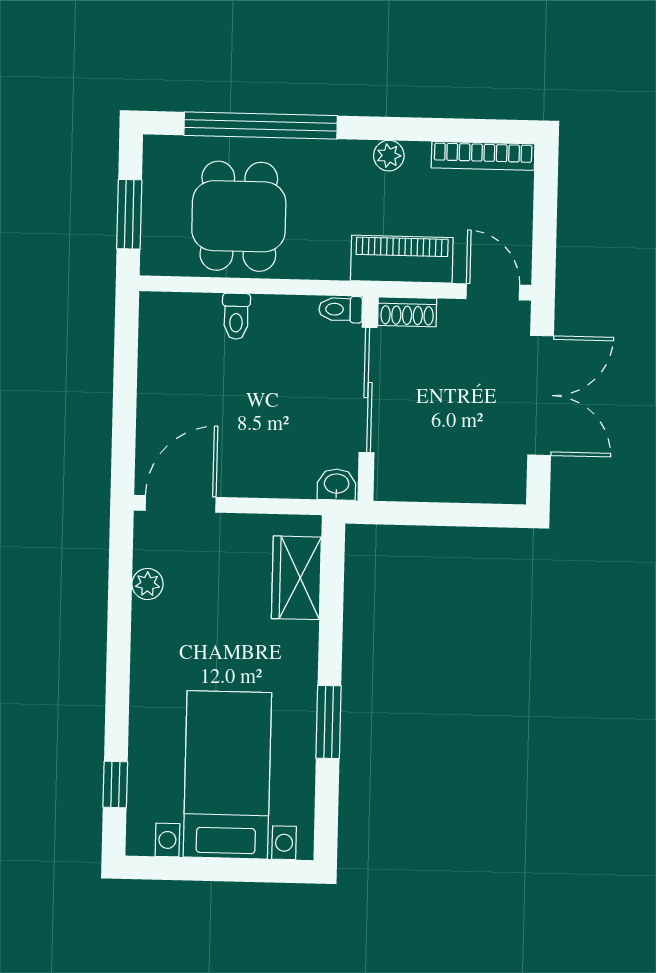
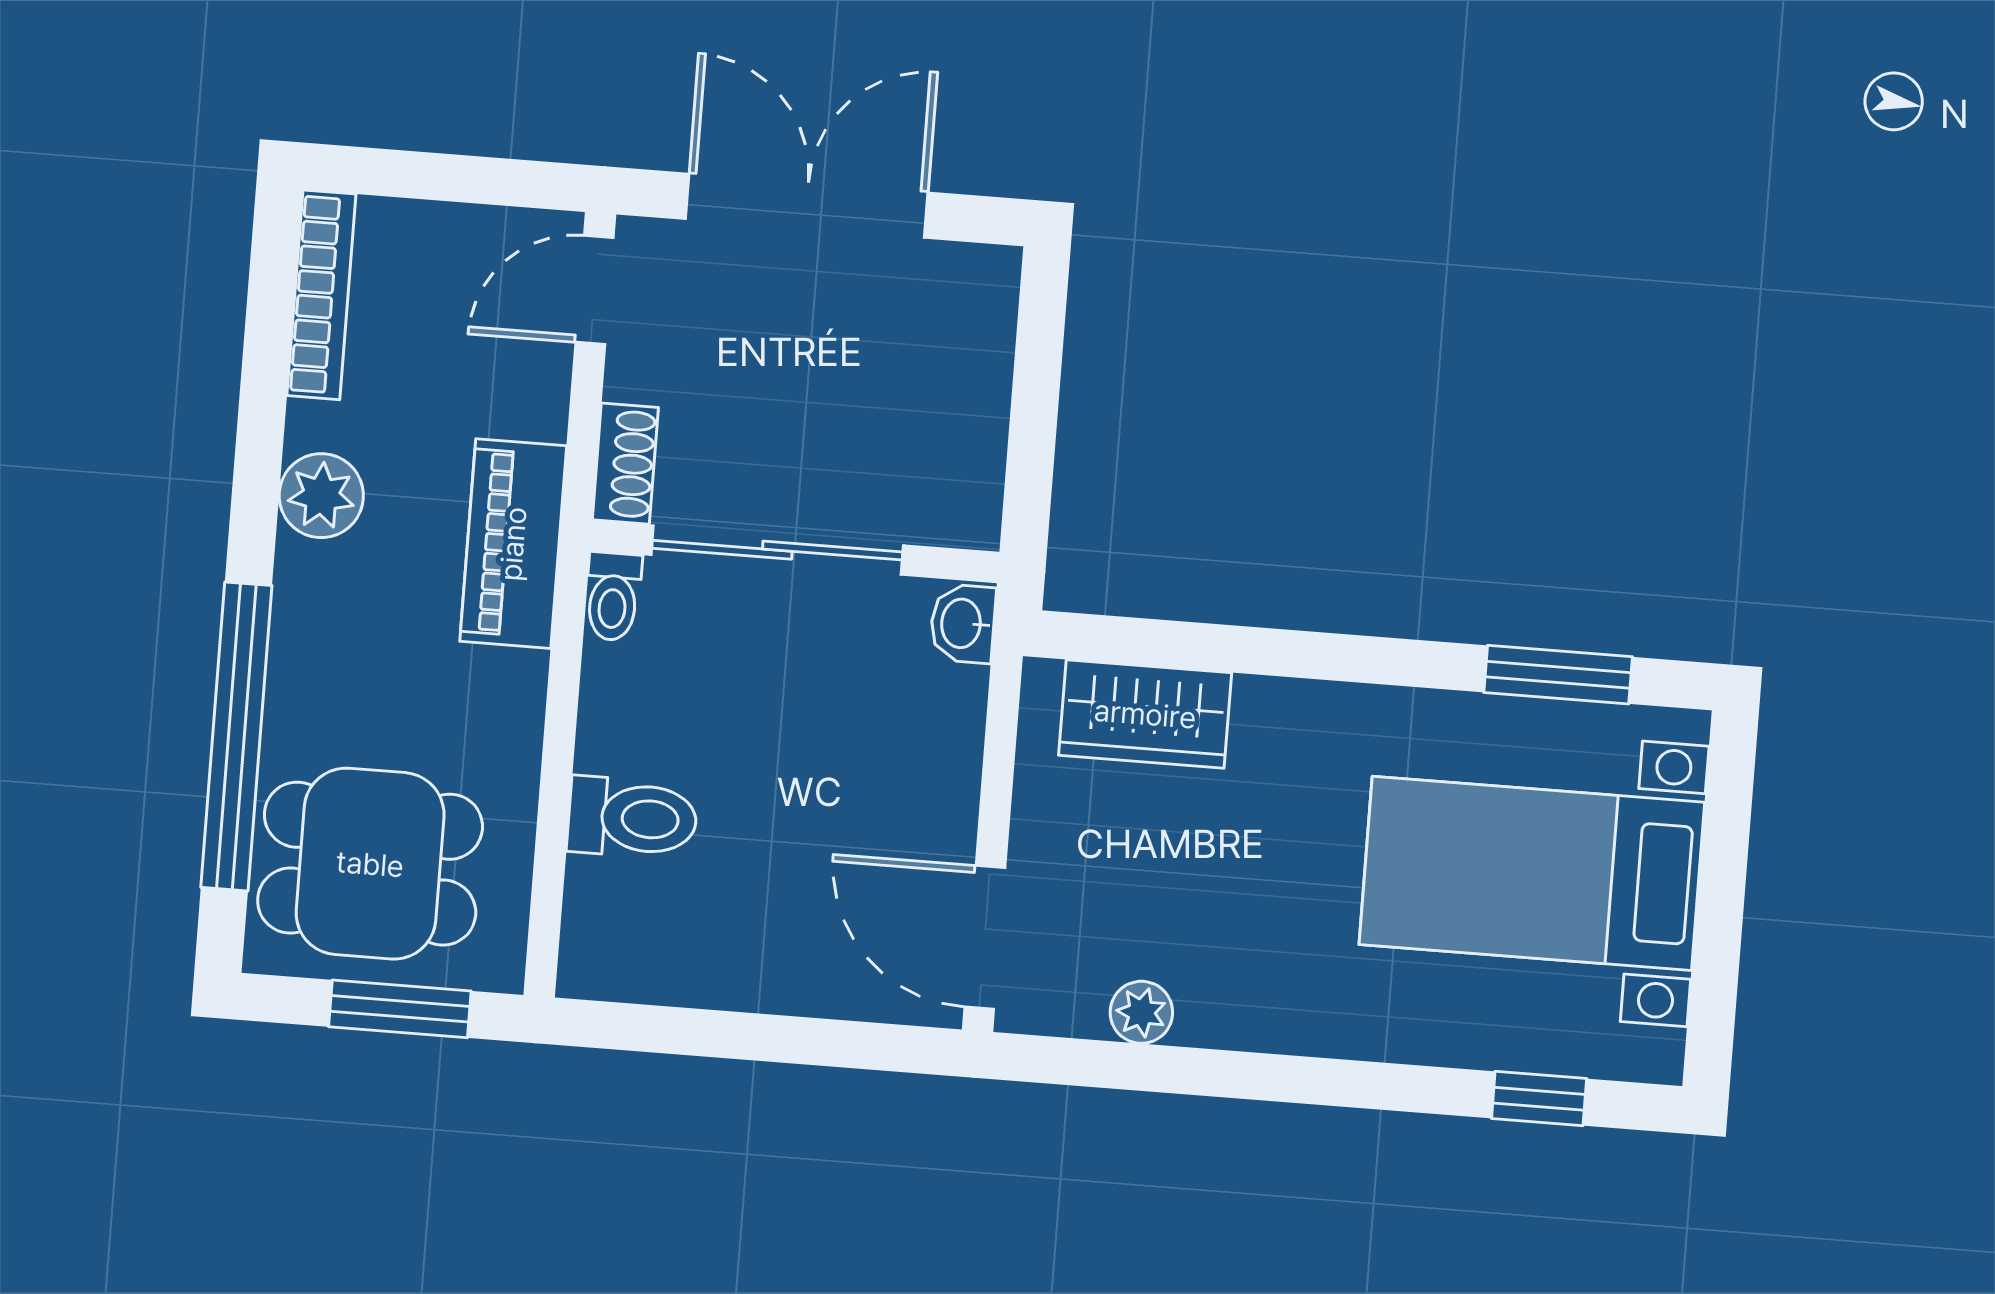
plant: (389, 156) -> (321, 496), width x1.38, depth x1.38
dining table: (239, 216) -> (370, 864), moved
piano: (402, 259) -> (513, 544), moved
toilet: (236, 316) -> (632, 818), width x1.37, depth x1.39
window: (329, 722) -> (1558, 675), moved

